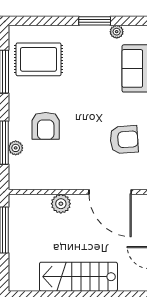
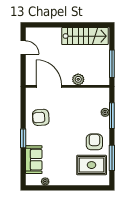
window: (95, 21) -> (58, 188), removed
armchair: (46, 126) -> (94, 142), moved
stairs: (78, 277) -> (85, 36), moved

